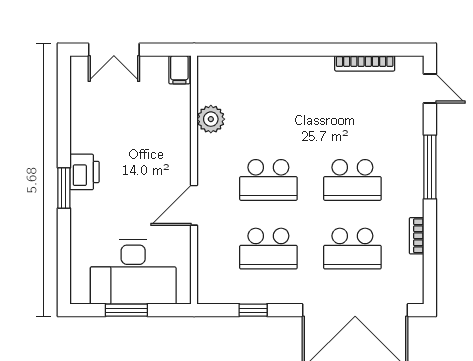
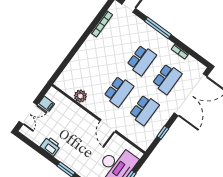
filing cabinet: (179, 70) -> (47, 104), moved
printer: (85, 172) -> (50, 146), moved

